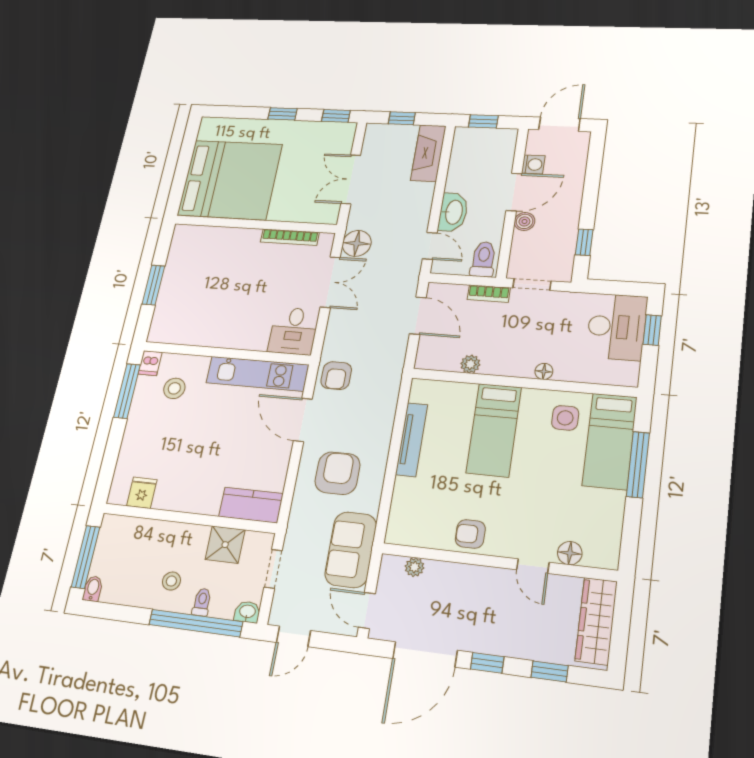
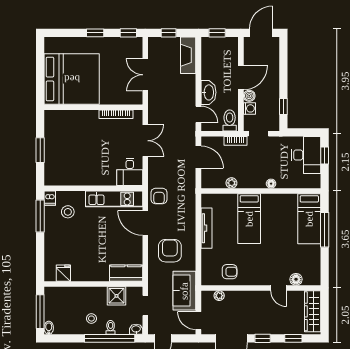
washing machine: (533, 164) -> (249, 108), moved
floor lamp: (357, 243) -> (156, 116), removed
side table: (565, 418) -> (285, 208), removed
armchair: (470, 534) -> (230, 272), moved, turned 180

